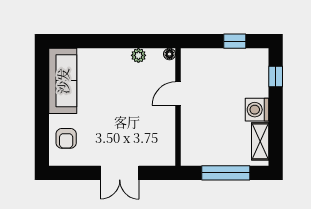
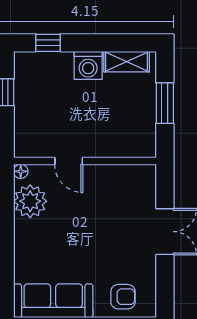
plant: (138, 55) -> (30, 201), width x1.87, depth x1.87
window: (226, 173) -> (165, 103), width x0.69

